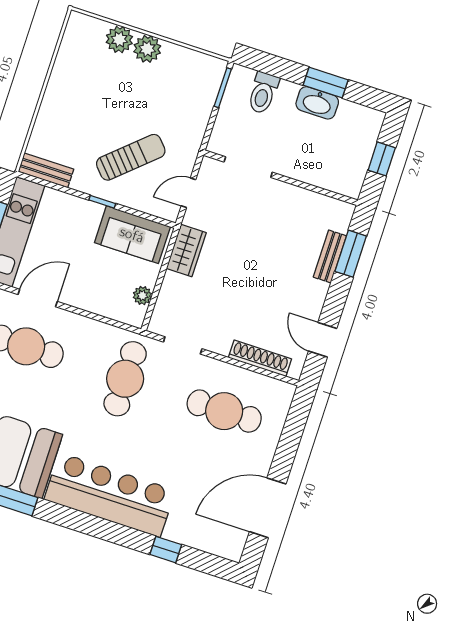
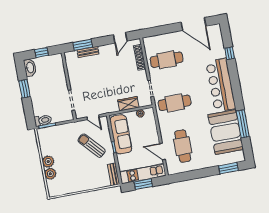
toilet: (263, 93) -> (43, 120), moved
washbasin: (317, 103) -> (30, 67), moved
sofa: (132, 235) -> (121, 134), width x1.36
wardrobe: (186, 251) -> (128, 104), moved
cafe table: (224, 411) -> (167, 60), turned 90

